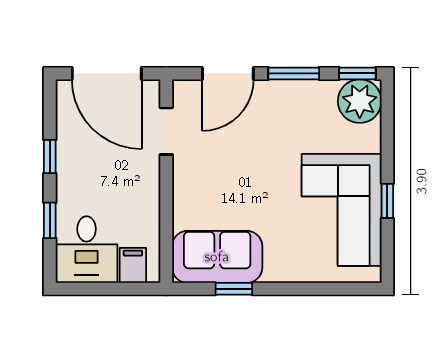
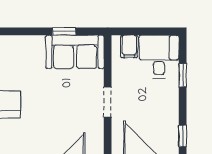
doorway: (166, 131) -> (108, 102), moved
window: (50, 156) -> (183, 136), moved

